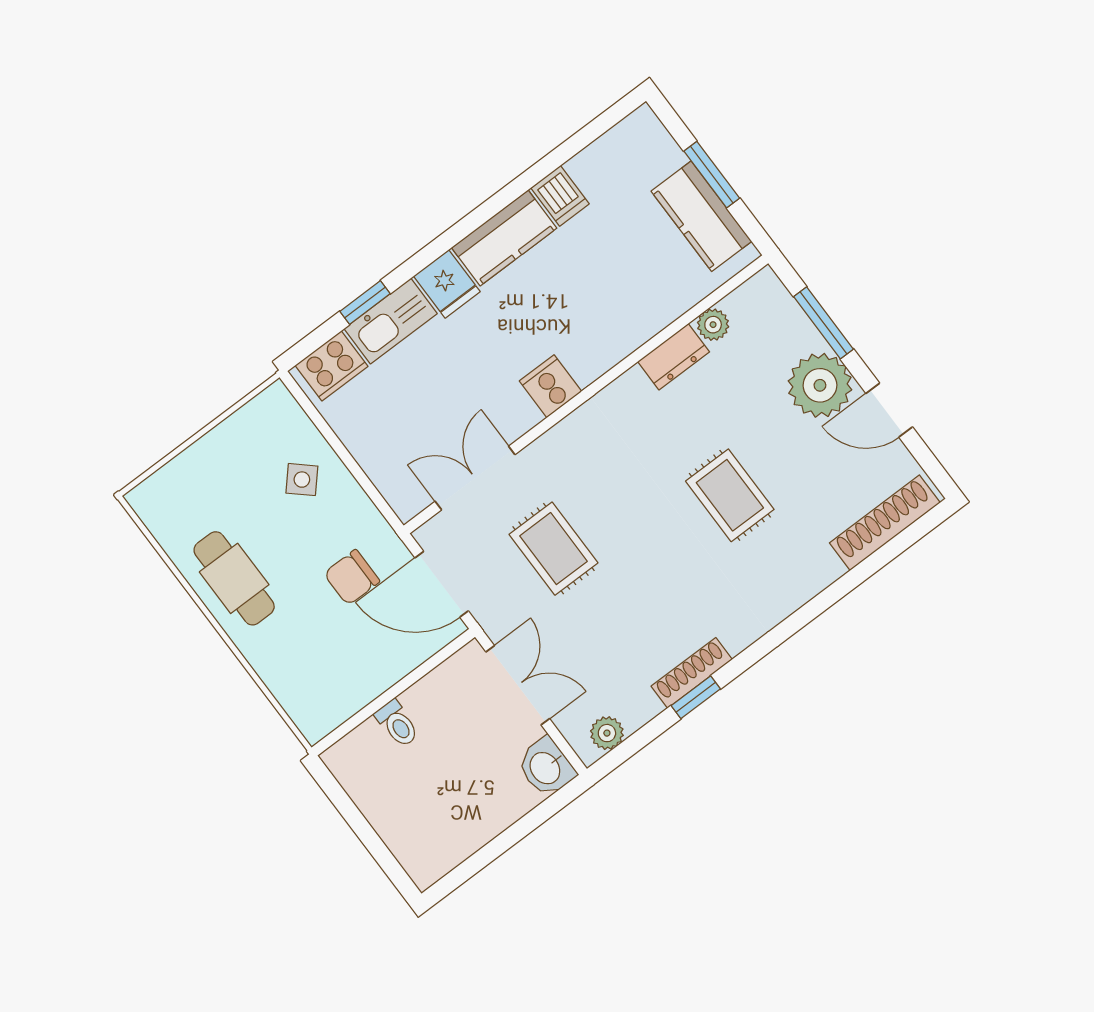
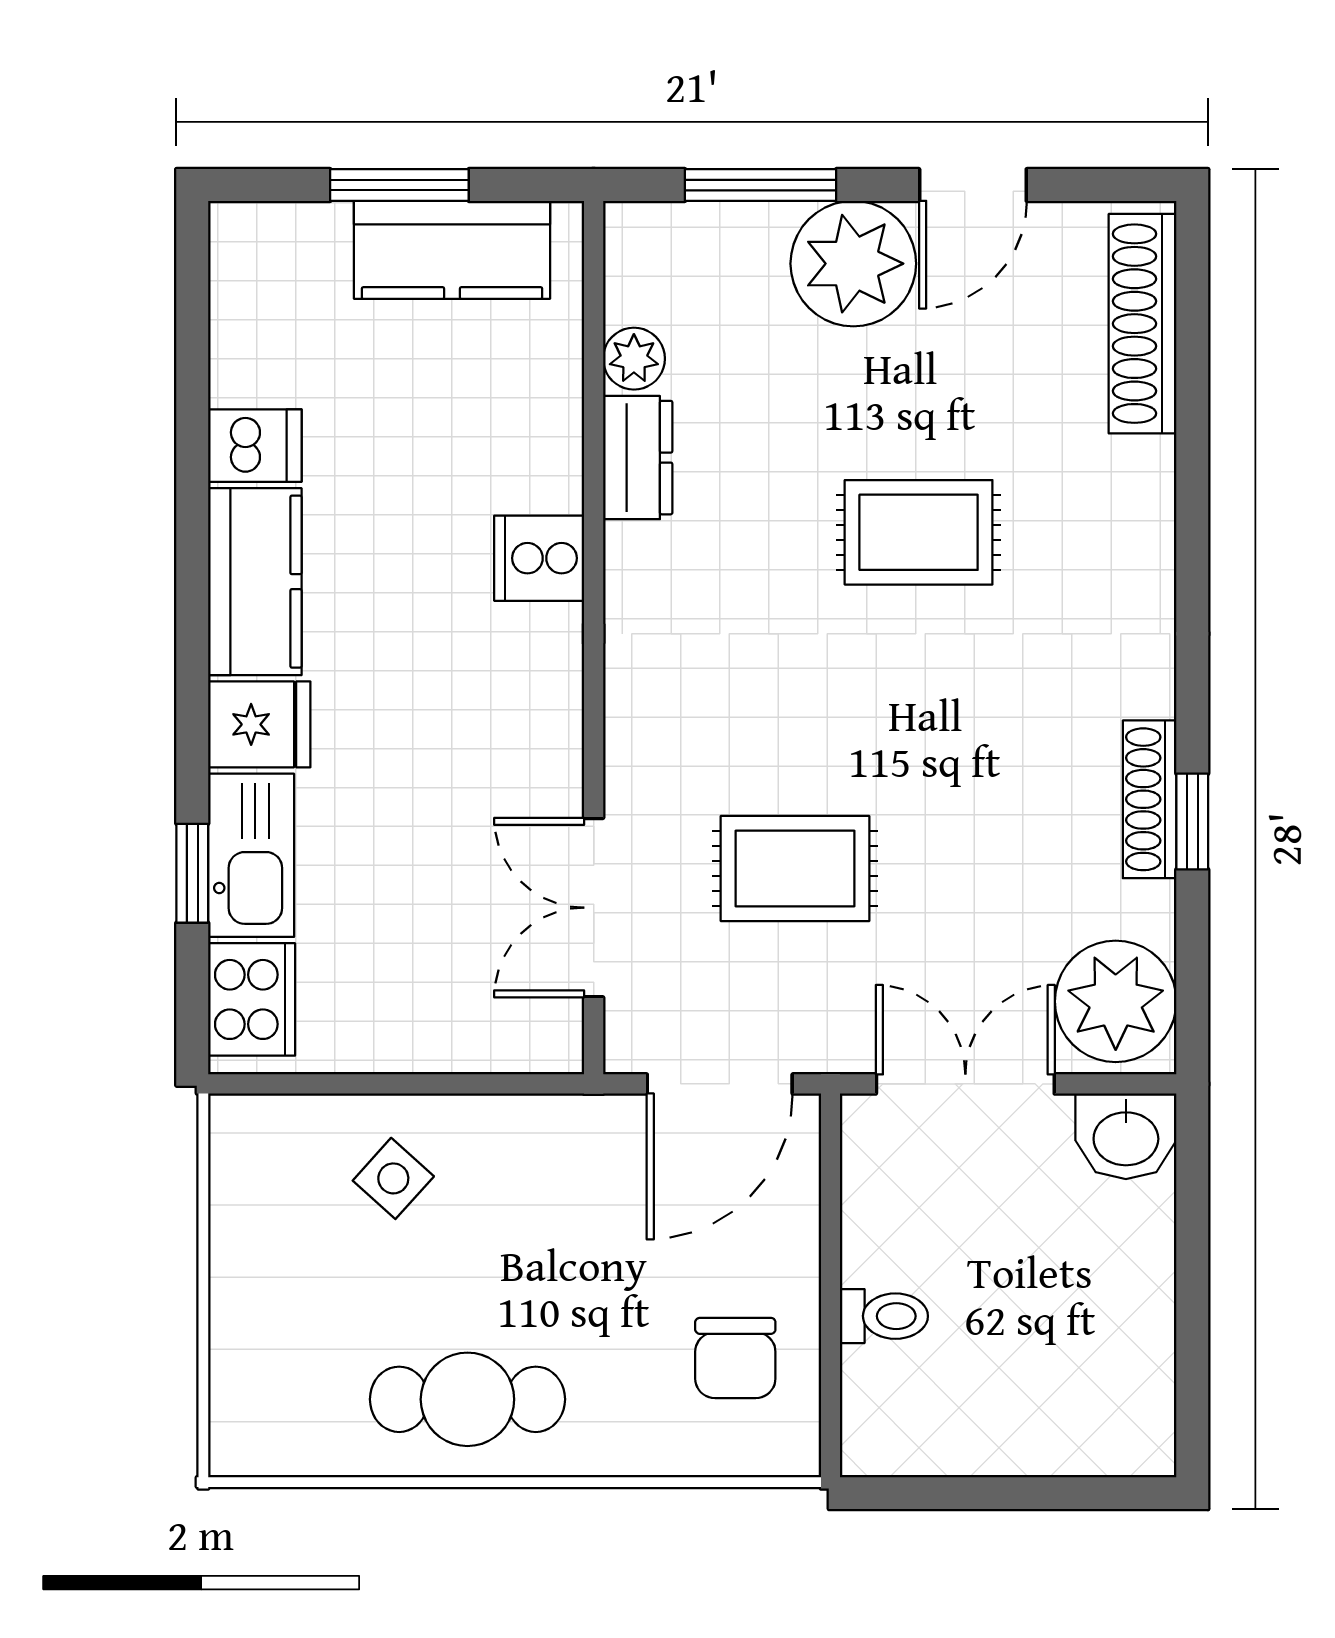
cooker: (550, 386) -> (539, 558), moved
chair: (352, 577) -> (735, 1358), moved
plant: (607, 733) -> (1116, 1001), width x1.87, depth x1.87

